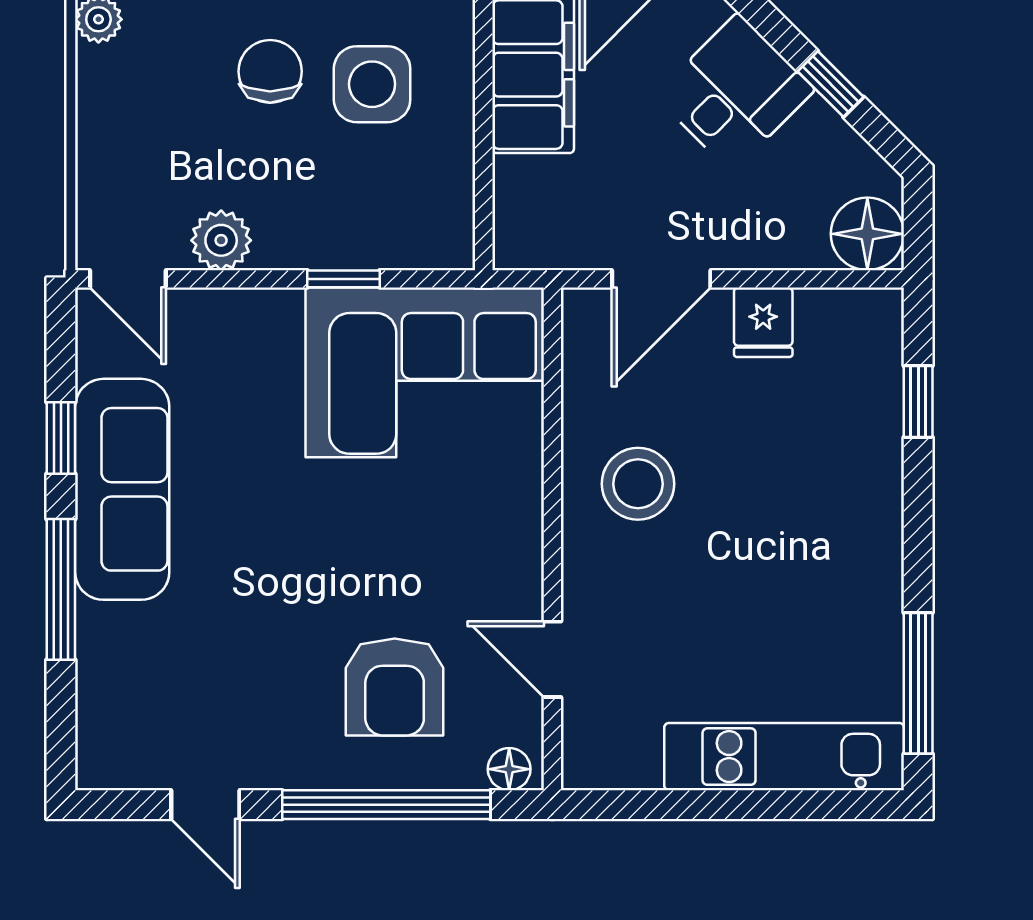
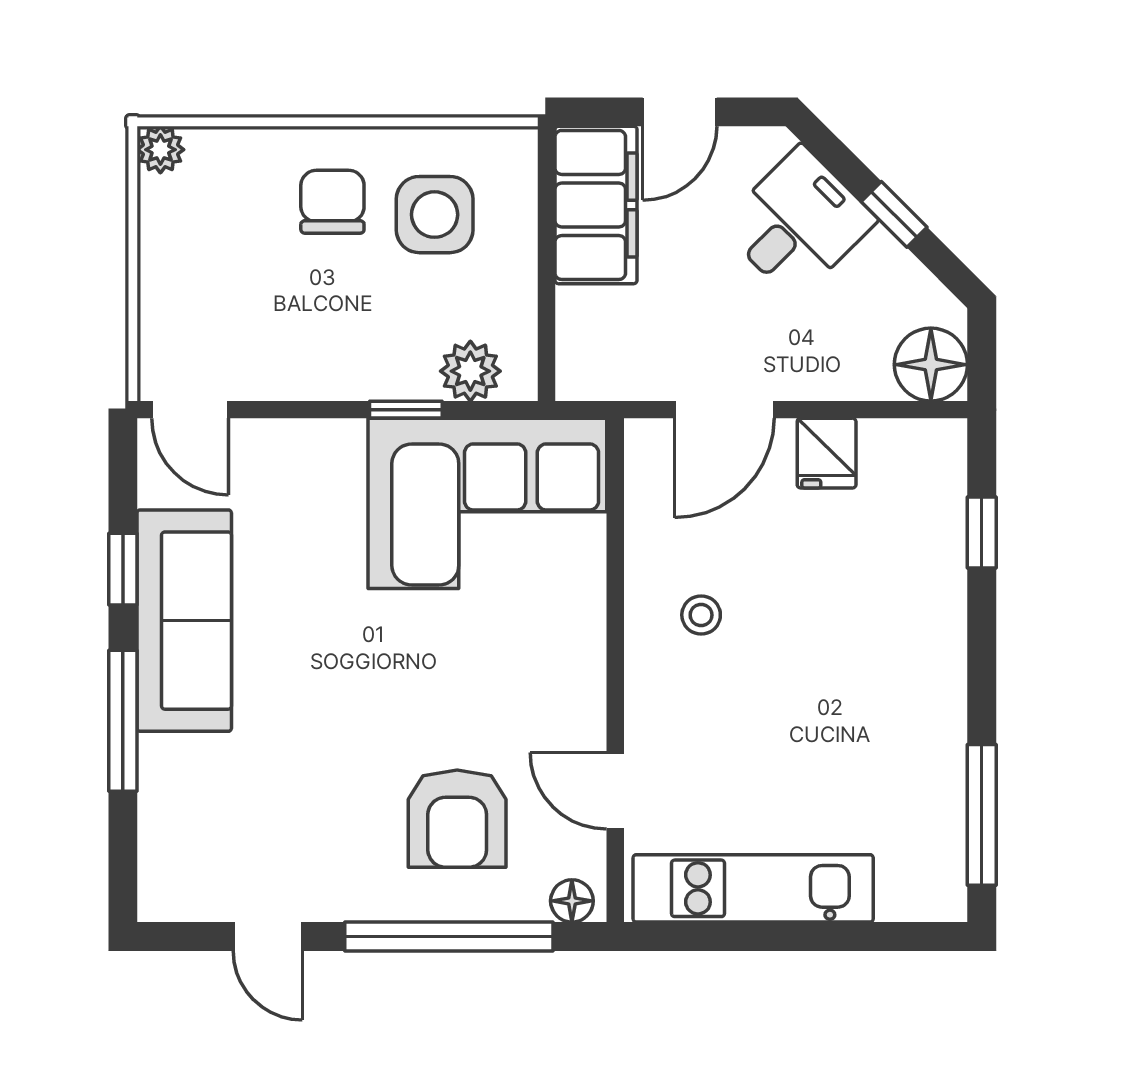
plant: (221, 240) -> (470, 371), moved
stool: (638, 484) -> (701, 615), width x0.53, depth x0.53
kitchen unit: (784, 757) -> (753, 888), moved

